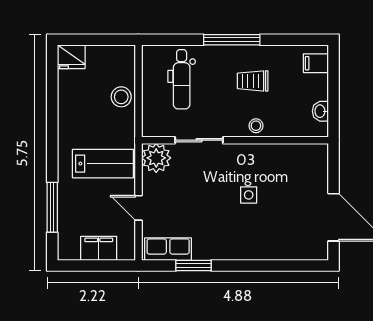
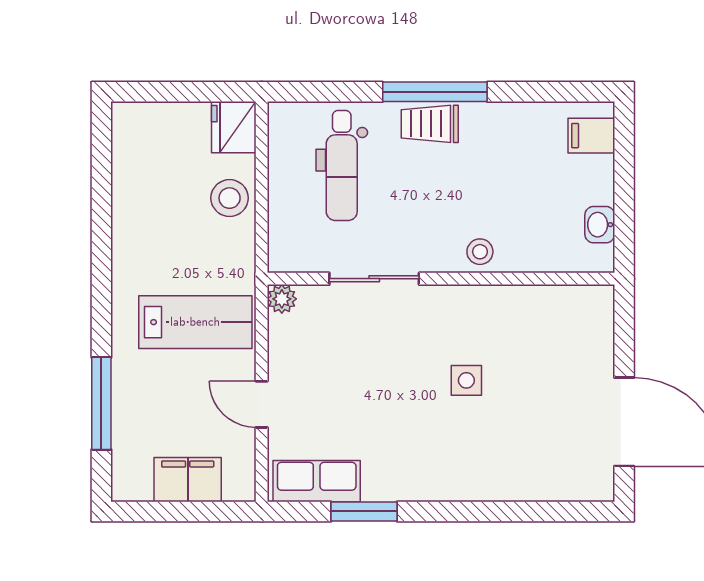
fridge: (71, 57) -> (234, 127), moved, turned 90
trolley: (253, 81) -> (430, 124), moved
plant: (156, 158) -> (282, 299), width x0.53, depth x0.53

